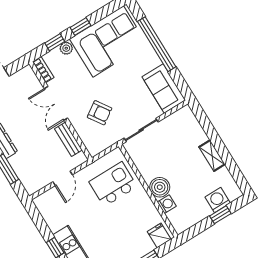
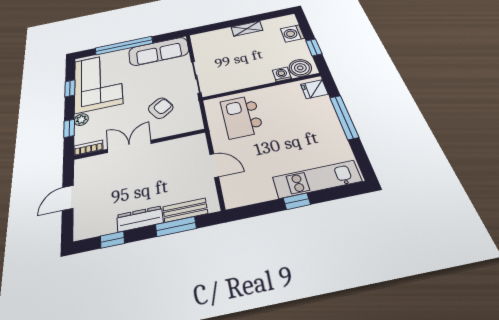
window: (80, 27) -> (70, 88), moved
sofa: (164, 89) -> (159, 51), width x1.36
double door: (56, 103) -> (129, 146), swing flipped
bench: (68, 139) -> (185, 210), moved
boiler: (160, 187) -> (300, 68), moved
window: (220, 215) -> (314, 47), moved

